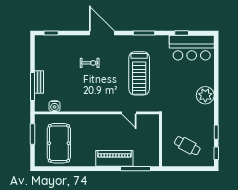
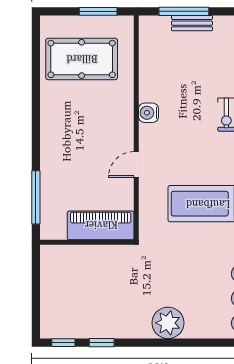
water cooler: (55, 106) -> (148, 113), moved
door: (129, 113) -> (136, 164), moved
cafe table: (187, 146) -> (77, 290), removed
piano: (114, 158) -> (101, 225), moved, turned -90

